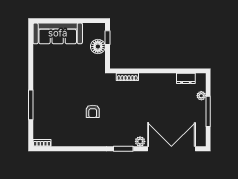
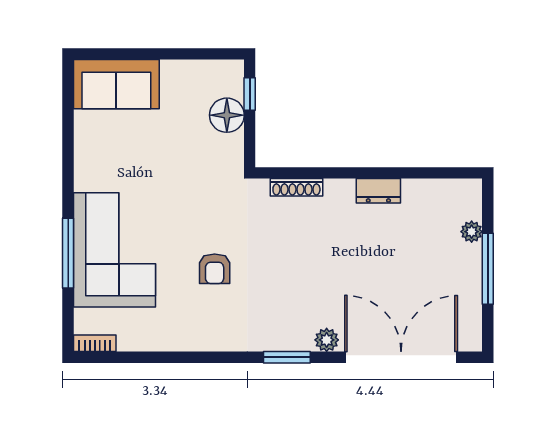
sofa: (58, 33) -> (116, 84), width x0.73
dresser: (186, 78) -> (378, 191), moved
corner sofa: (50, 103) -> (114, 250), added

